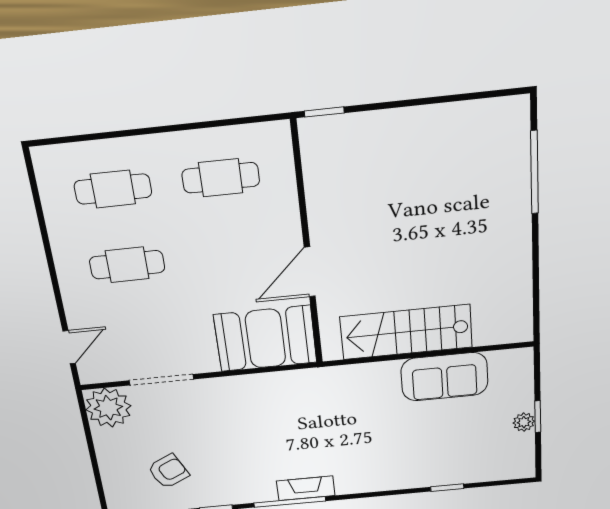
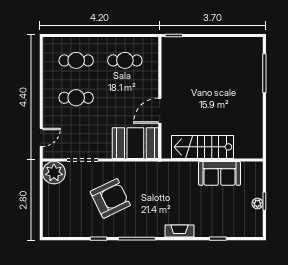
armchair: (168, 471) -> (110, 198), moved, width x1.88, depth x1.88
fireplace: (306, 488) -> (179, 231), moved

